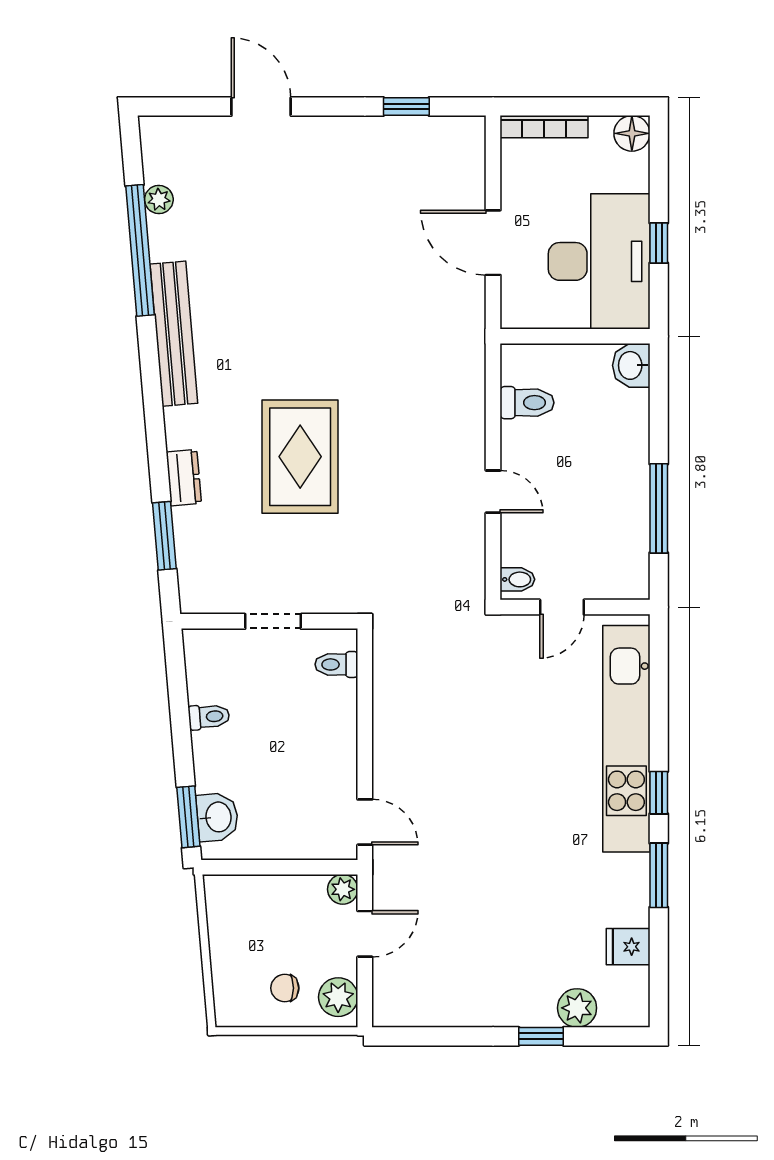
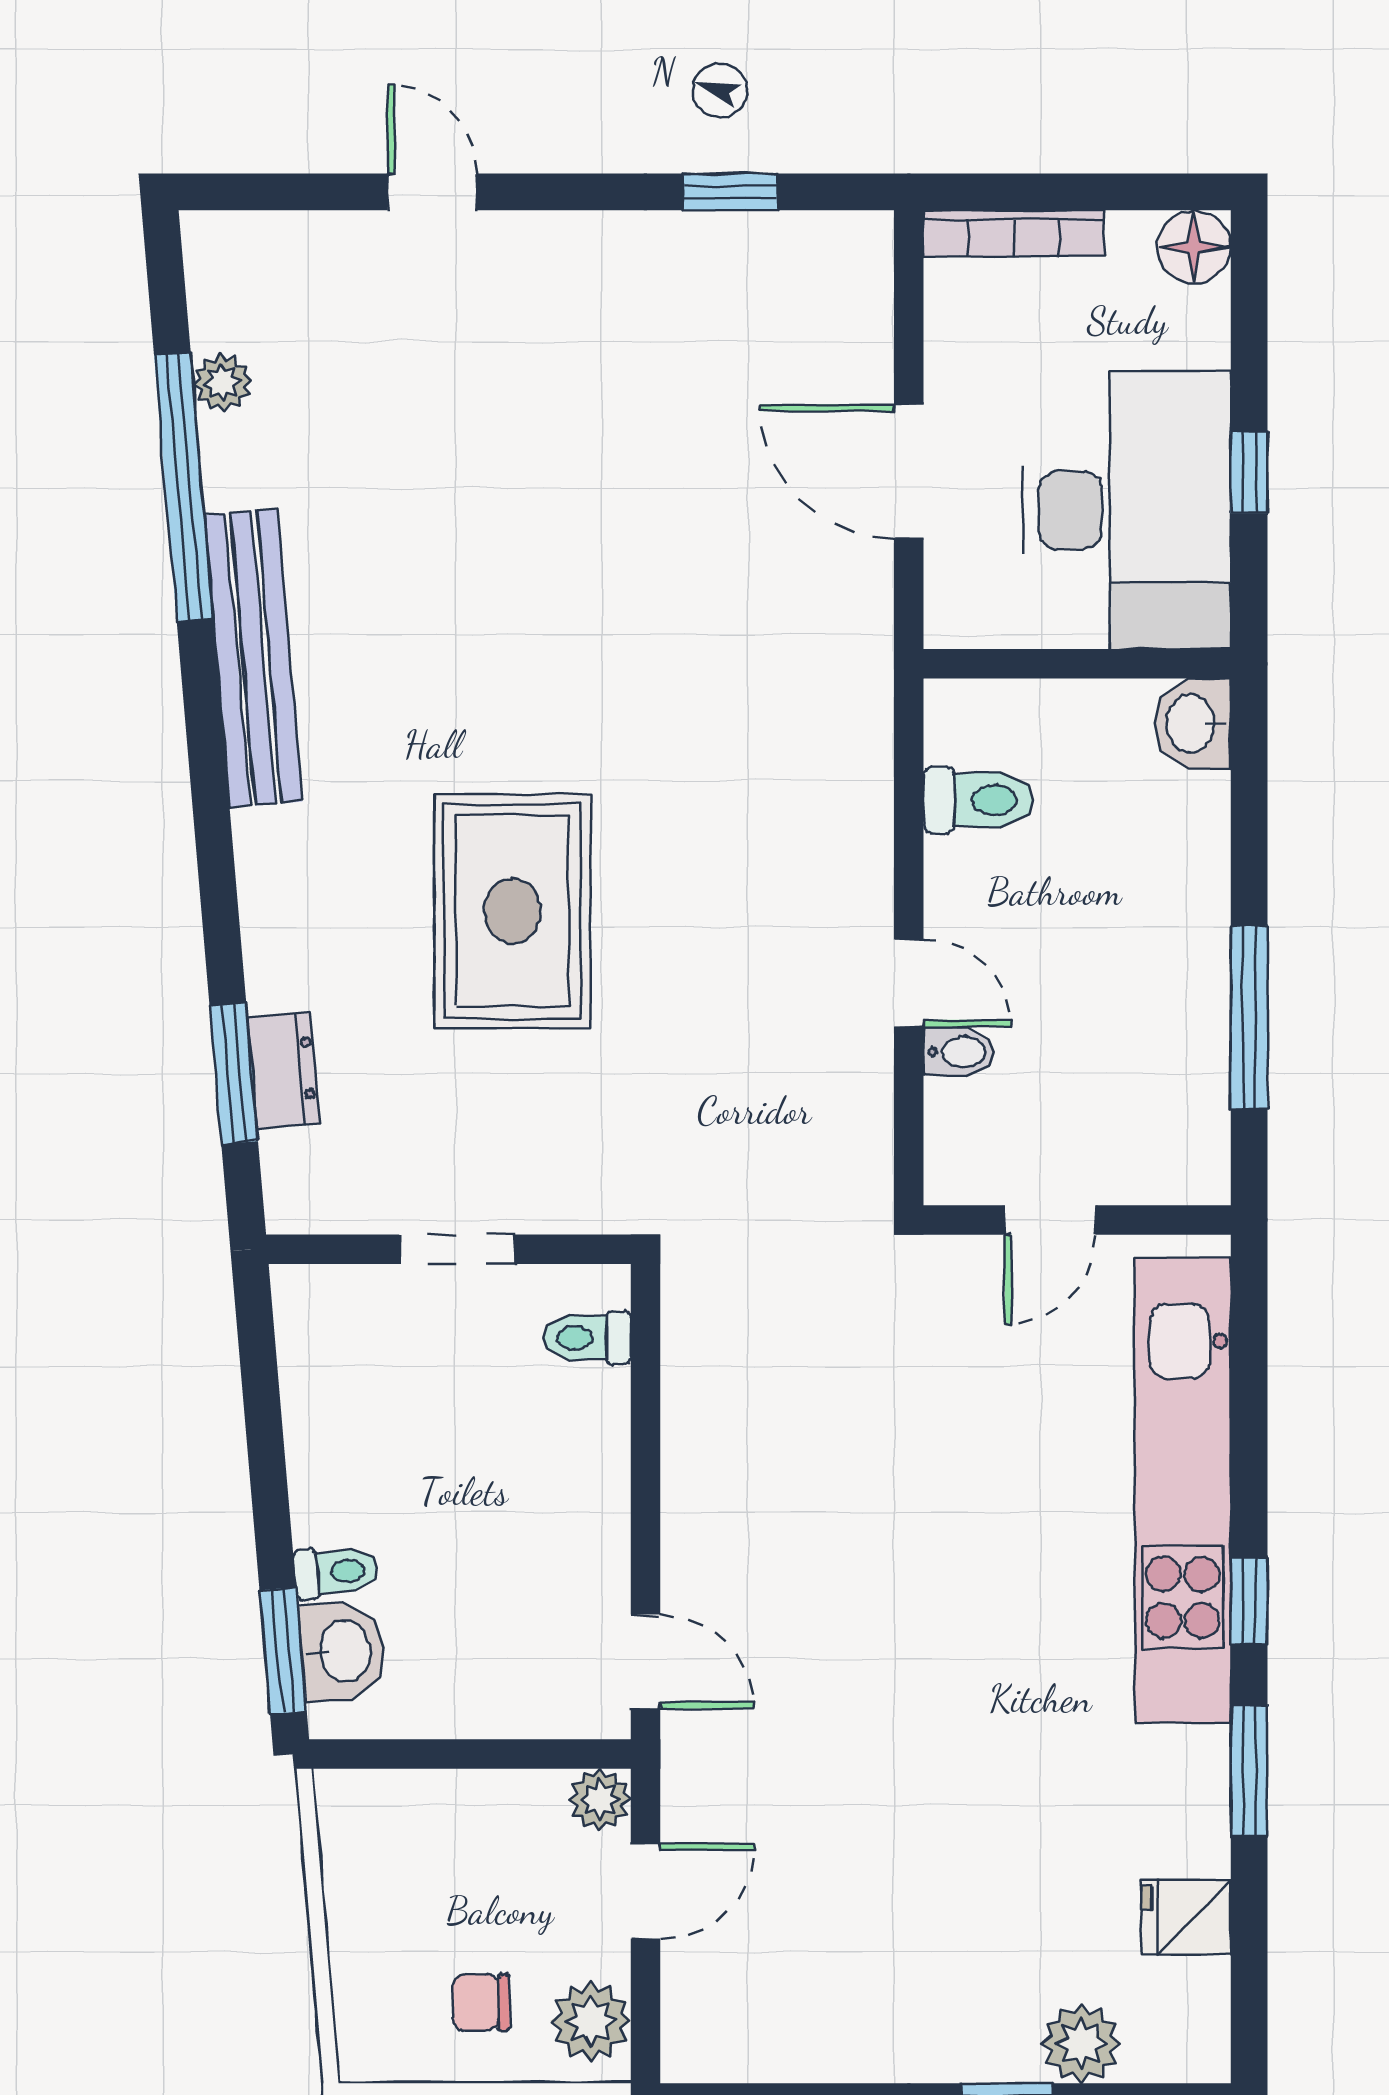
door: (261, 107) -> (432, 192), width x0.73
dresser: (184, 478) -> (283, 1070), moved
bidet: (517, 579) -> (959, 1052), moved
toilet: (209, 717) -> (336, 1572), moved

